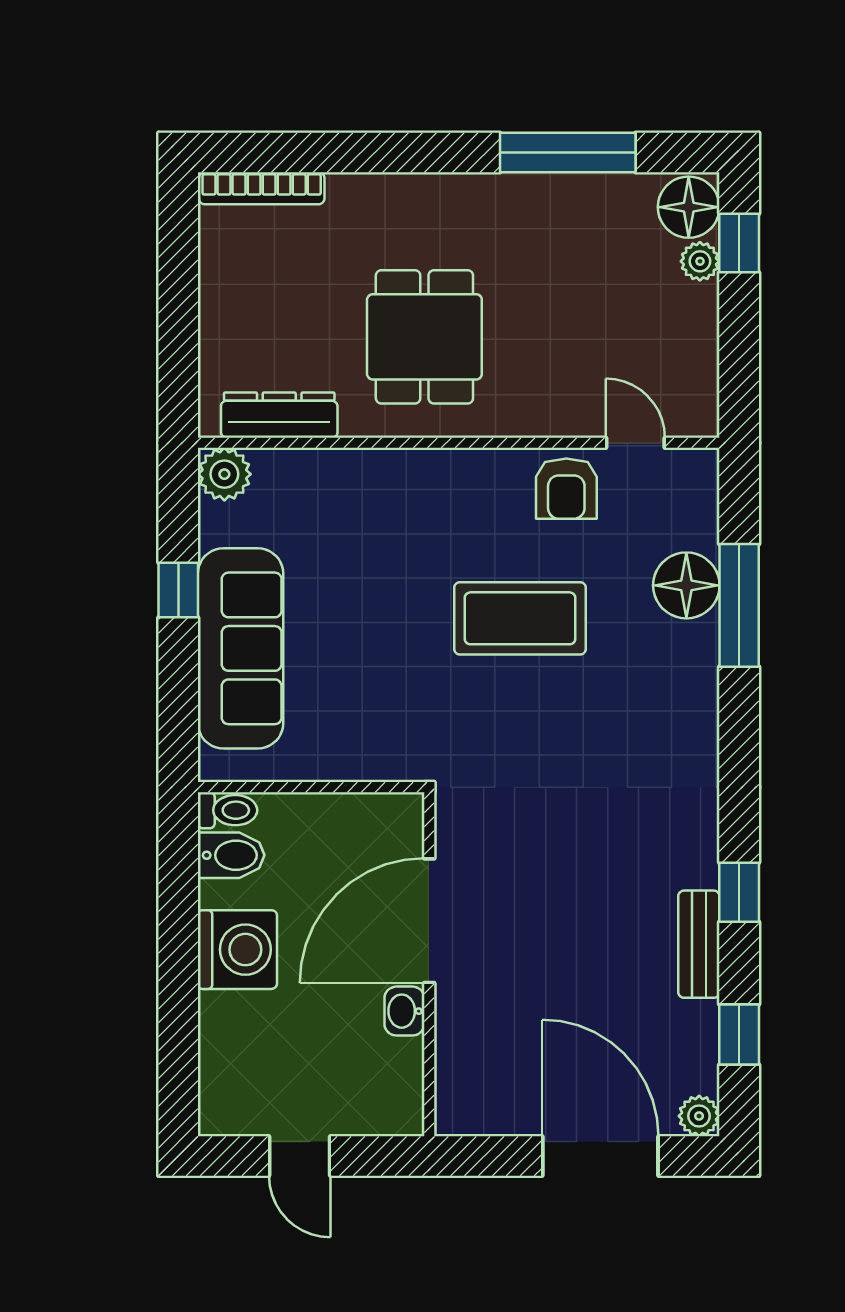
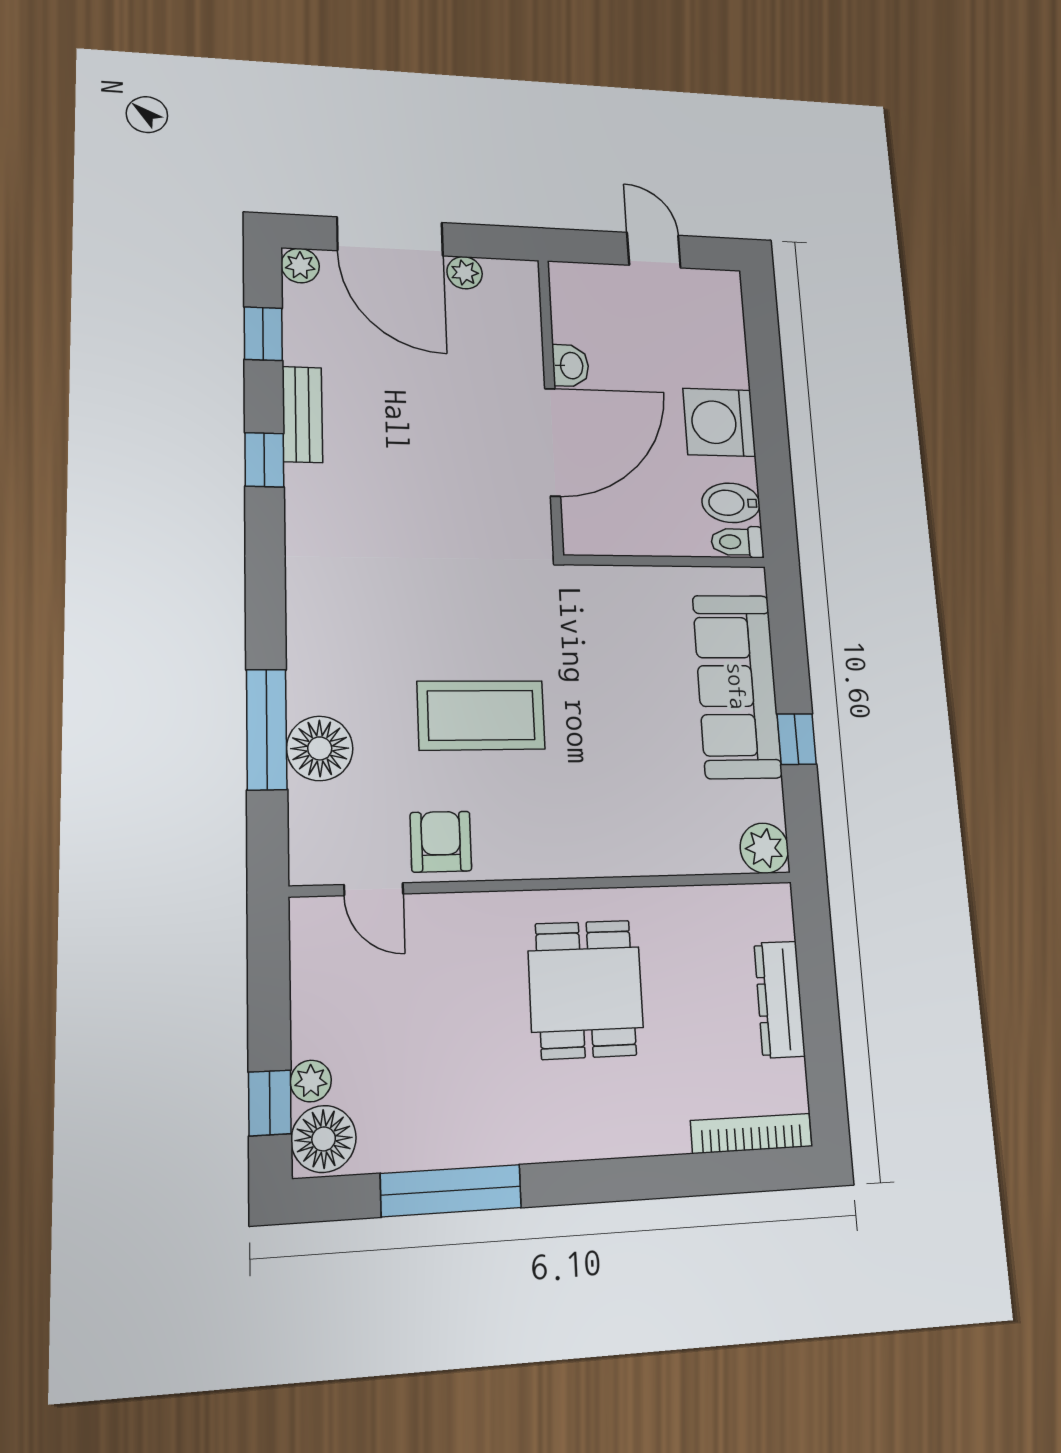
dresser: (279, 415) -> (780, 999), moved, turned 90
plant: (519, 1117) -> (465, 273), added

